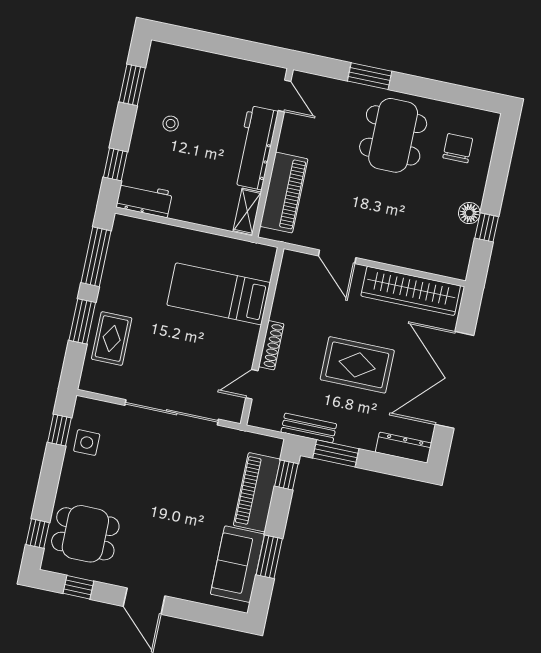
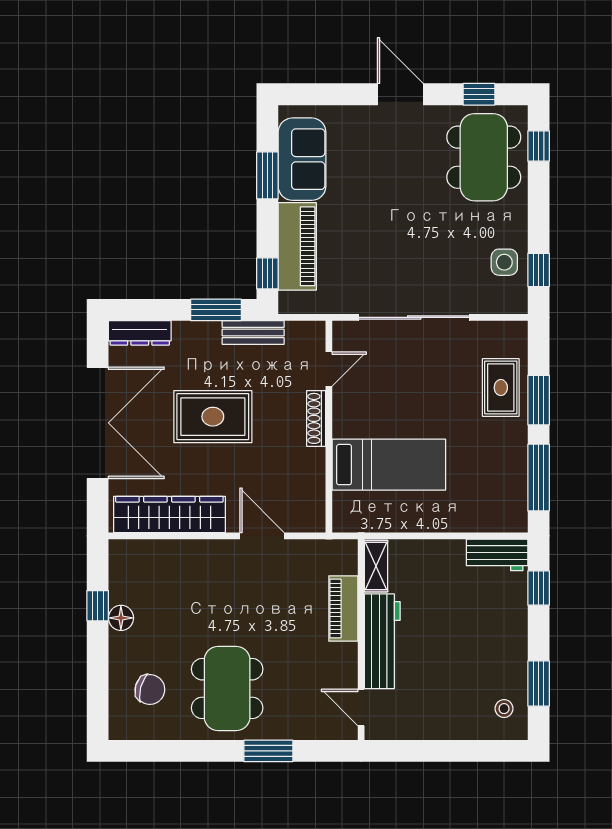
stool: (171, 124) -> (504, 709), moved
chair: (458, 148) -> (150, 689), turned -75
piano: (284, 193) -> (343, 609), width x0.73, depth x0.75
dining table: (85, 534) -> (484, 157), width x1.38

